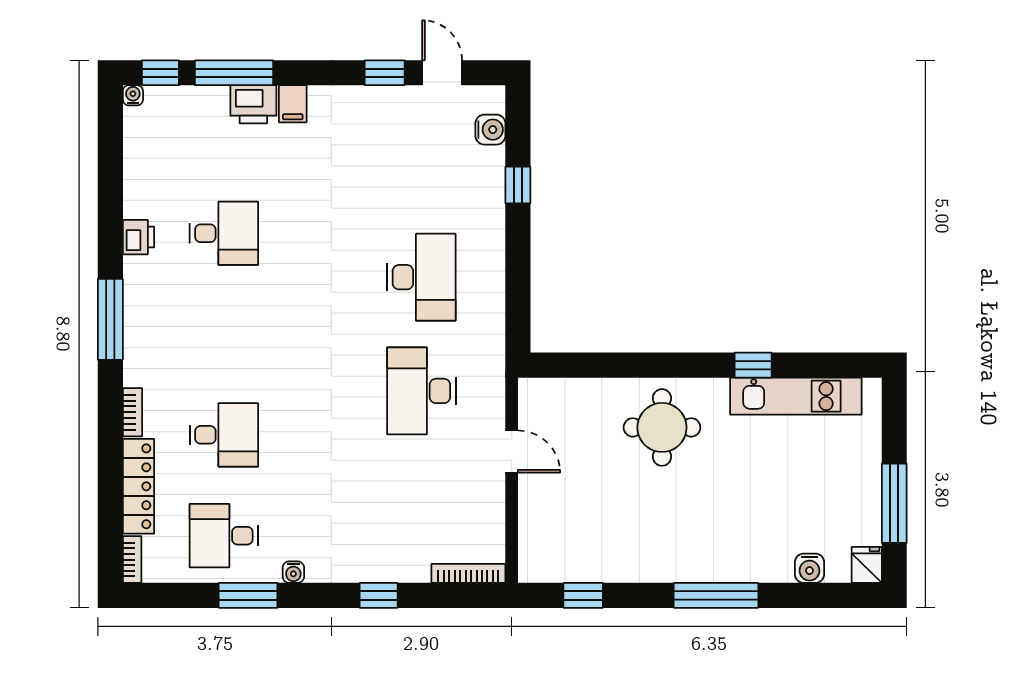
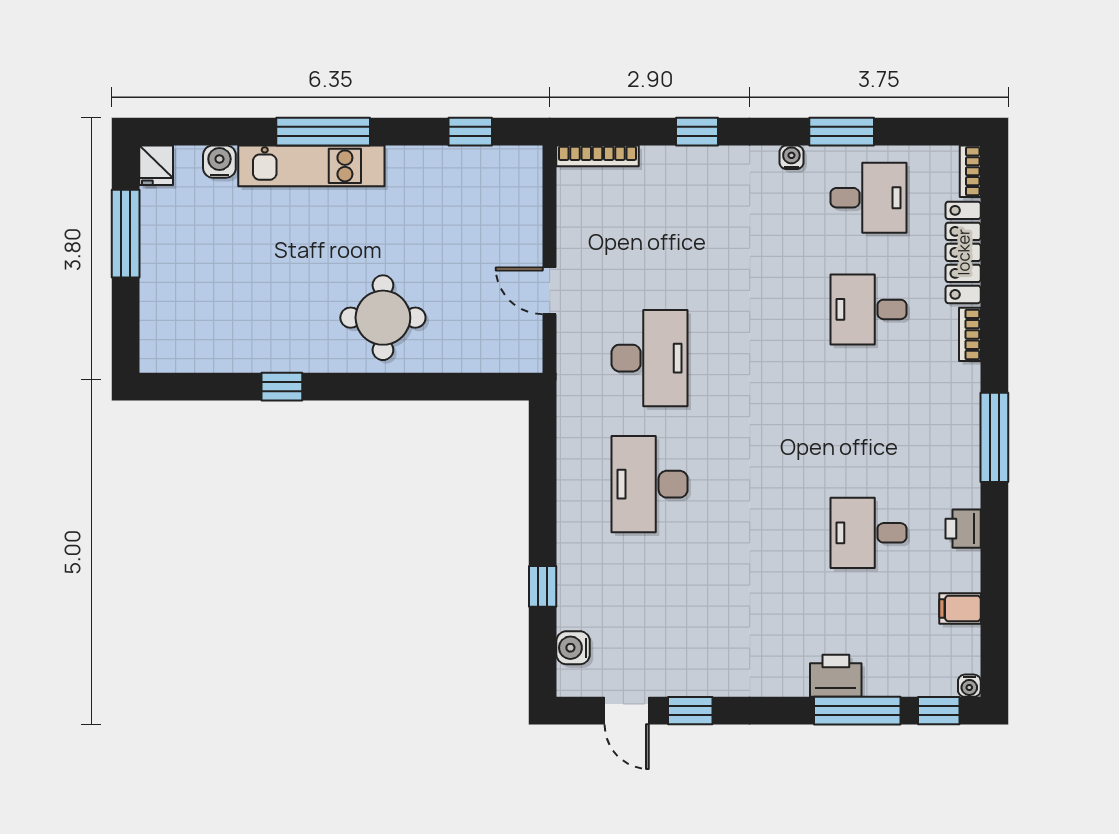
filing cabinet: (293, 104) -> (960, 609), moved, turned -90
kitchen unit: (796, 396) -> (311, 166), moved, turned 180

